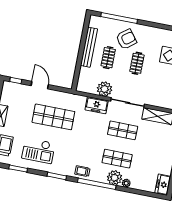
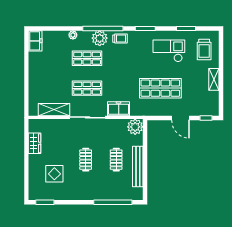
armchair: (126, 39) -> (101, 182), removed
plant: (104, 89) -> (135, 127), moved
plant: (115, 178) -> (100, 38), moved

